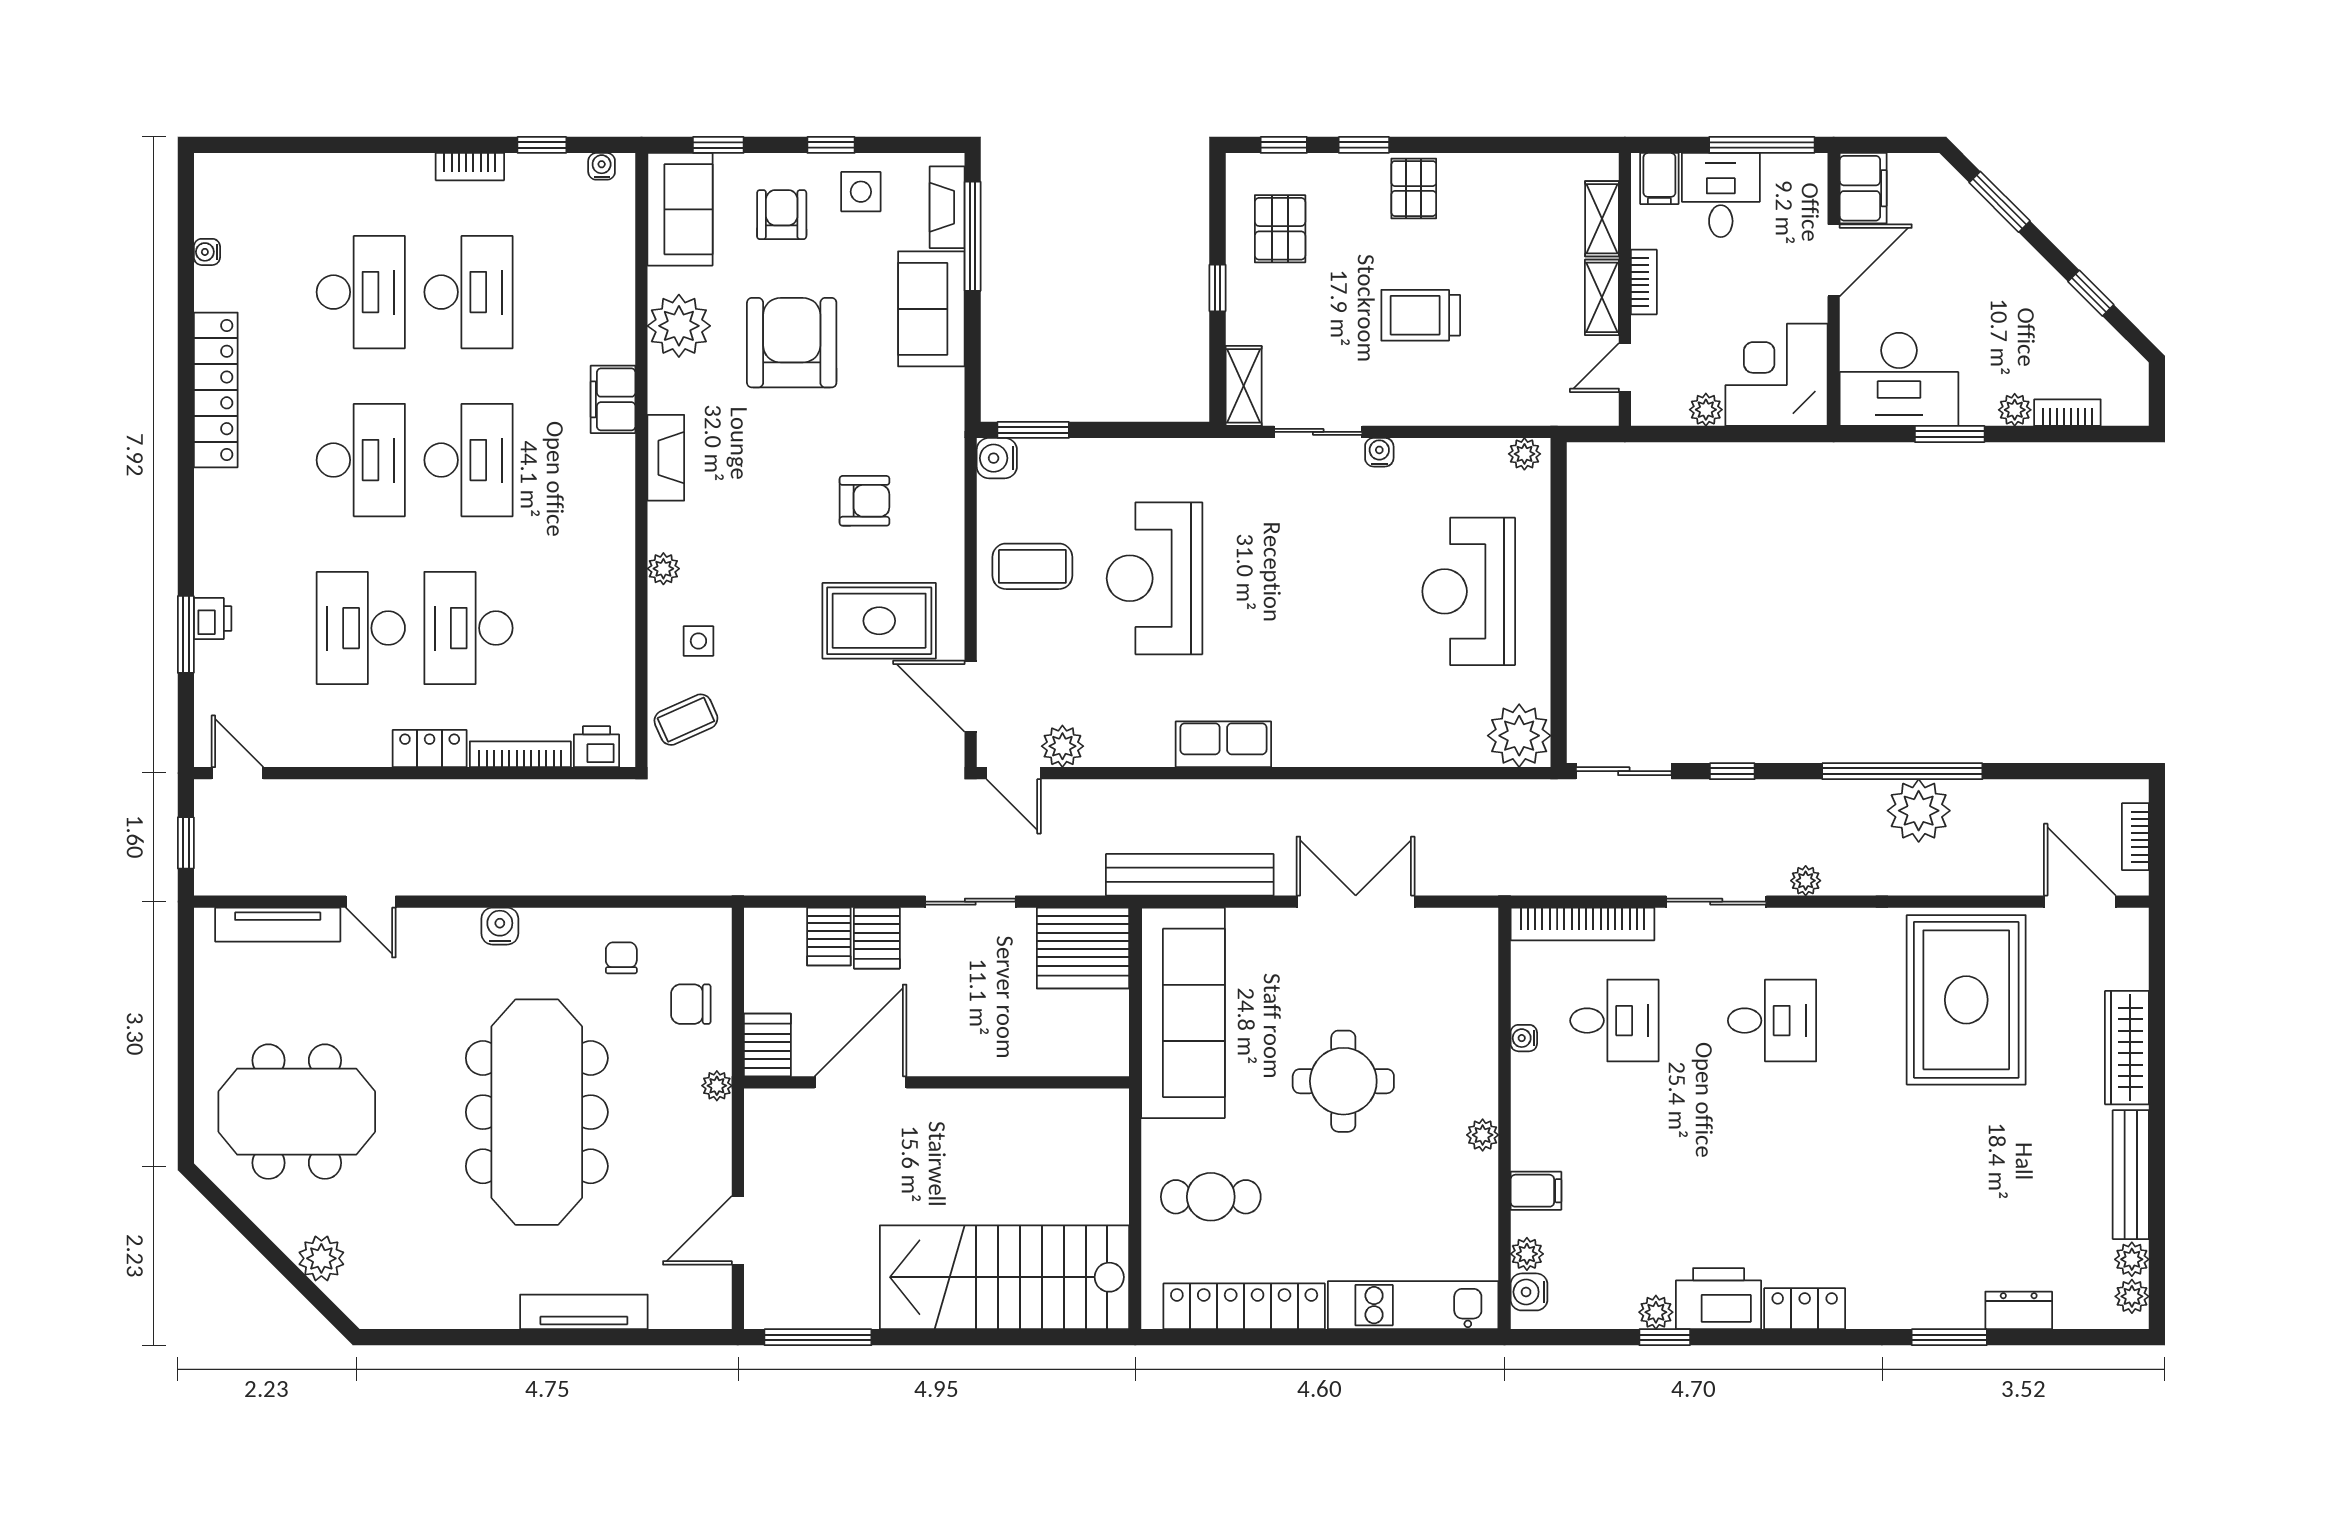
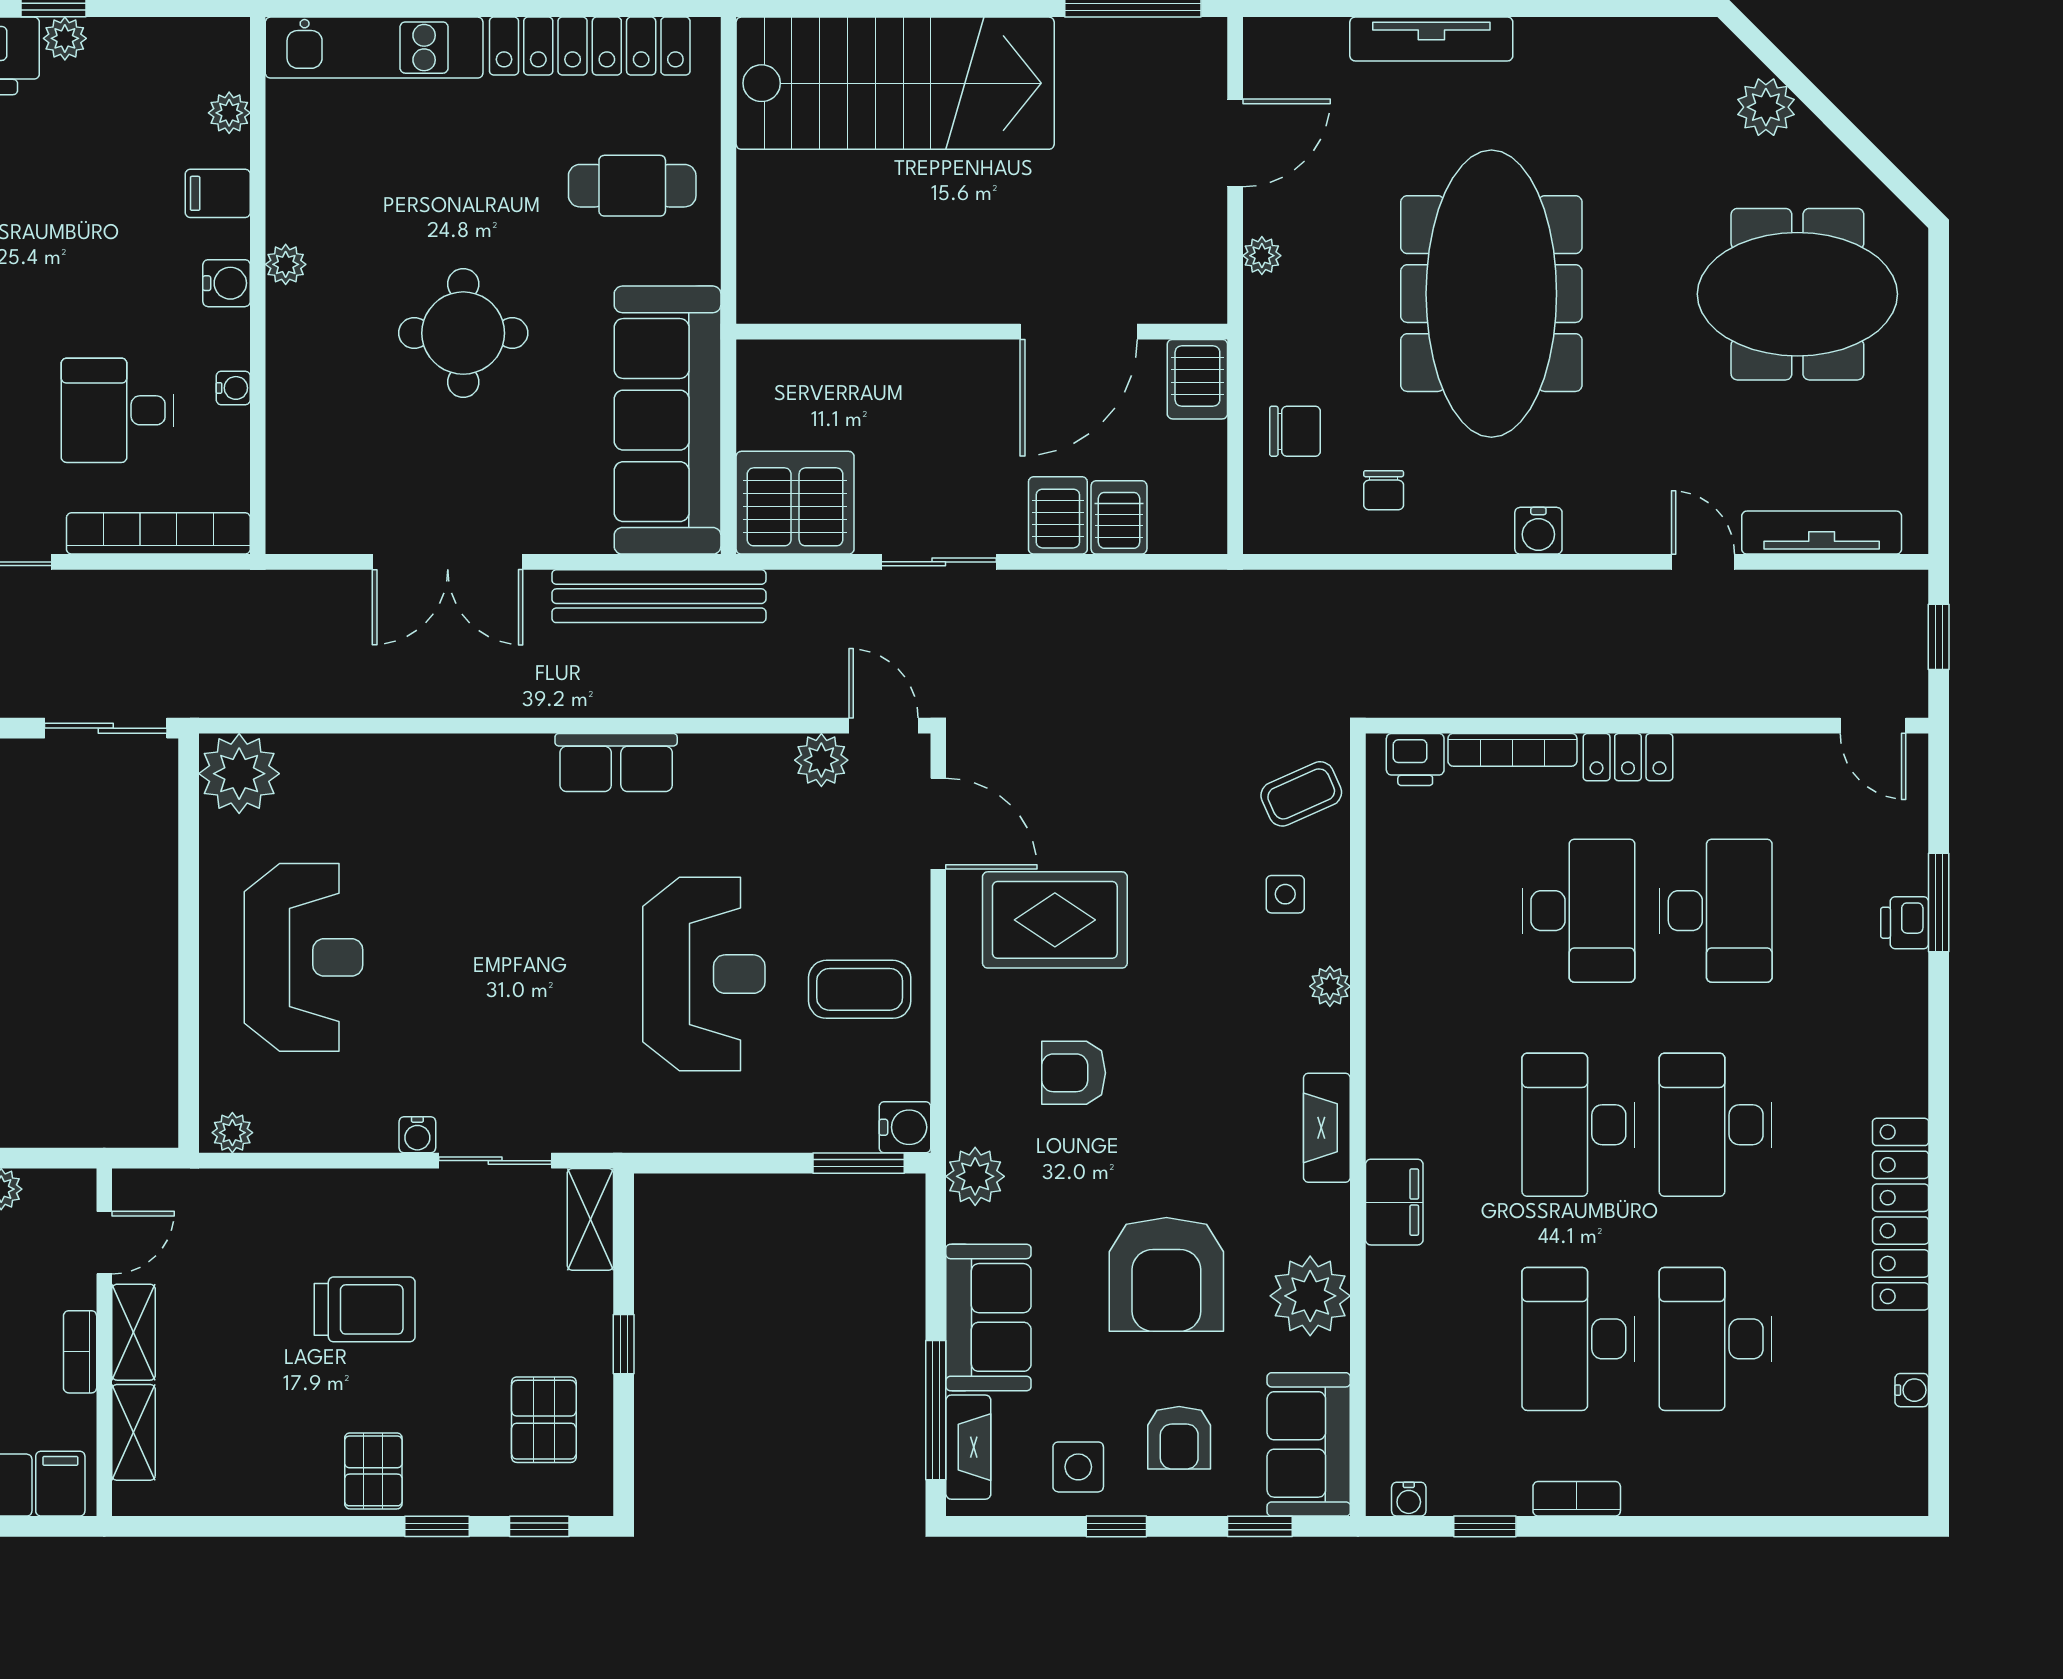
plant: (942, 420) -> (975, 1176), added
plant: (717, 1086) -> (1262, 256), moved
water cooler: (1529, 1292) -> (227, 283), moved

